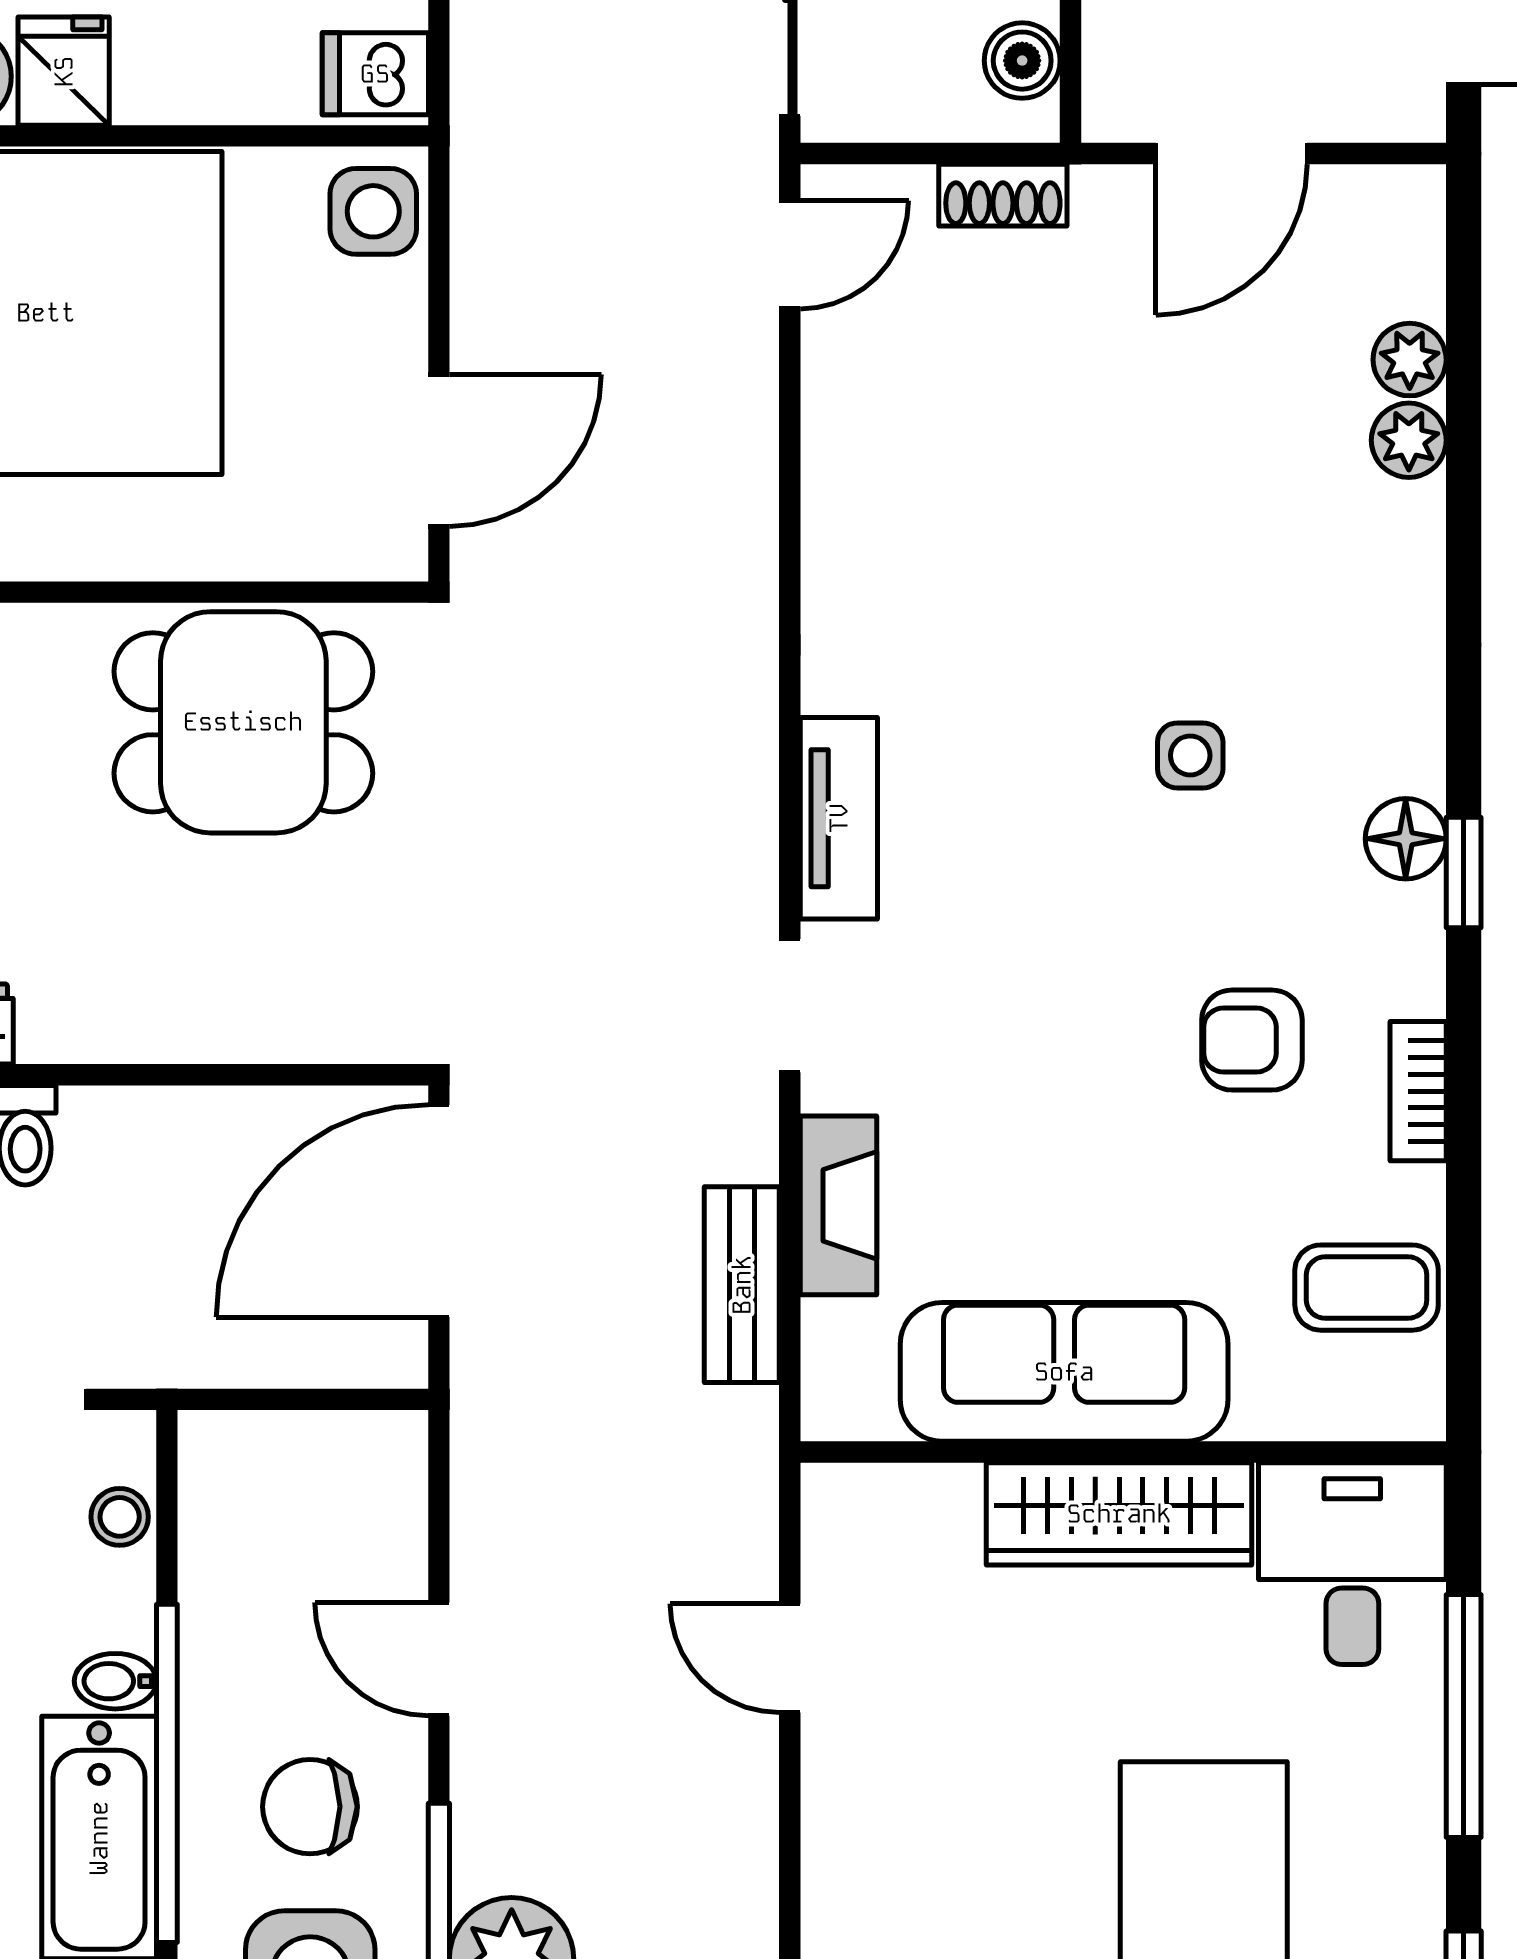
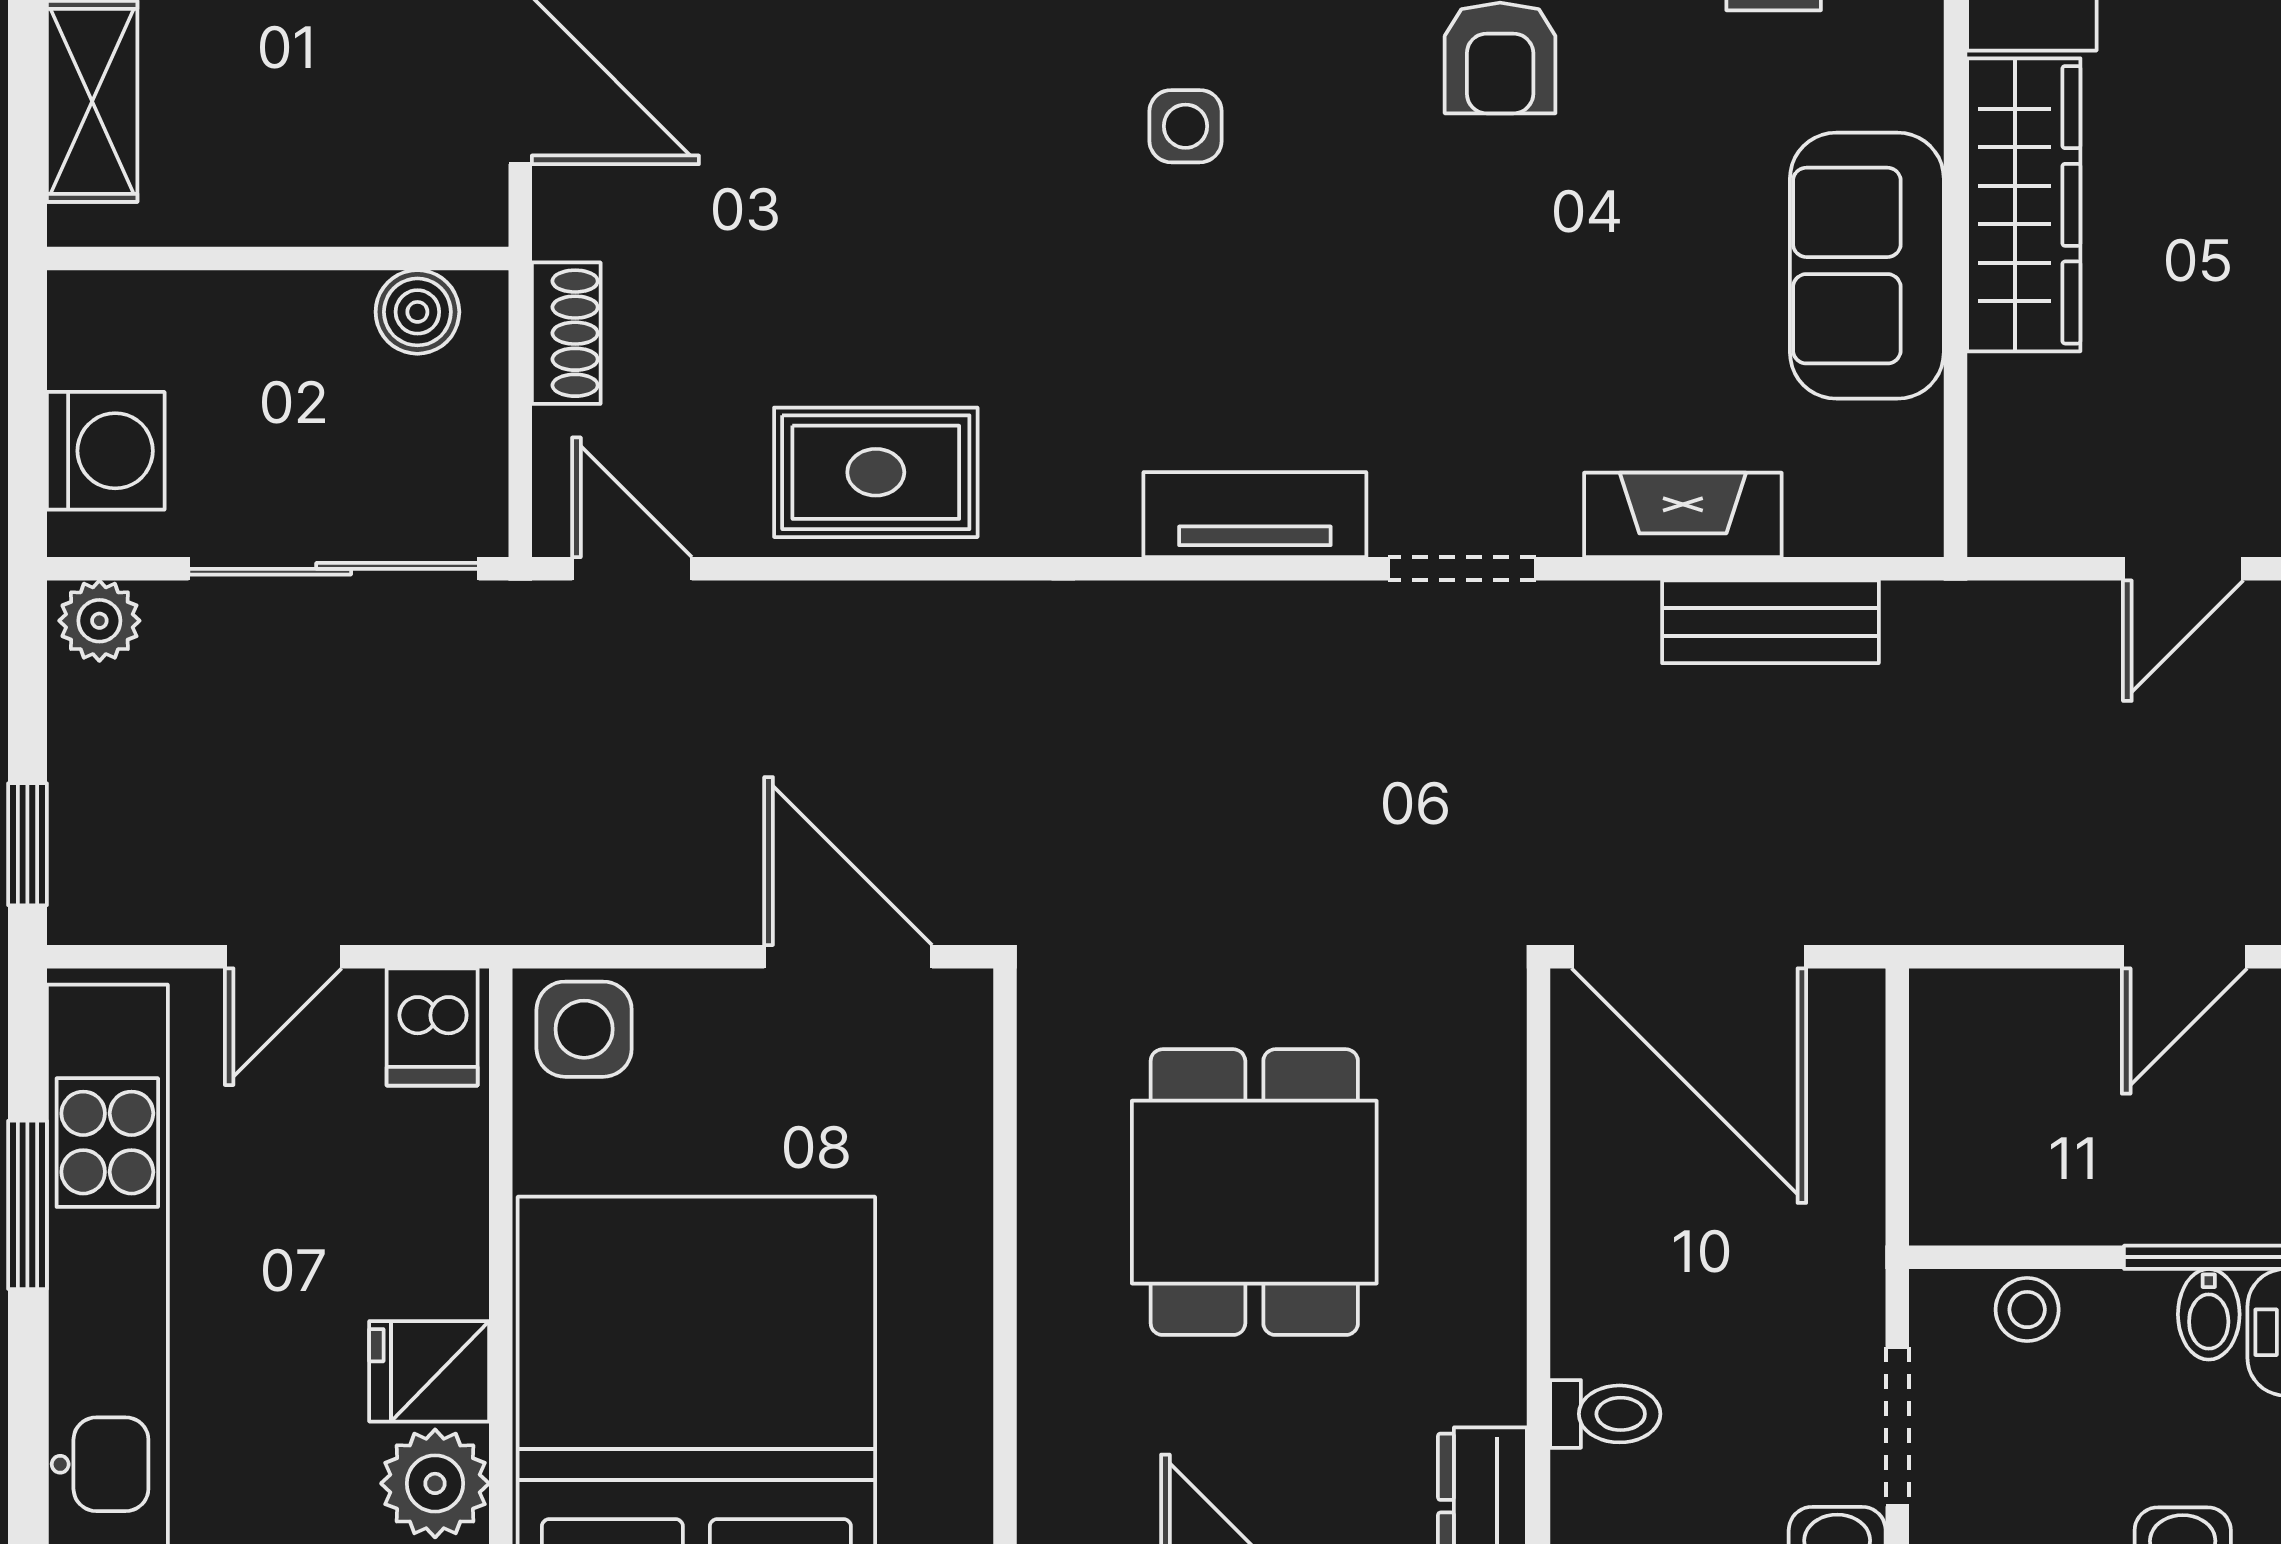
rug: (877, 475) -> (876, 472), added
dining table: (243, 722) -> (1254, 1192), moved
sofa: (1064, 1372) -> (1867, 266), width x0.73

